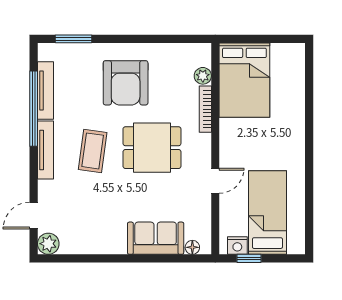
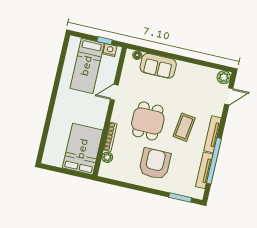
dining table: (152, 148) -> (148, 121), turned 90

